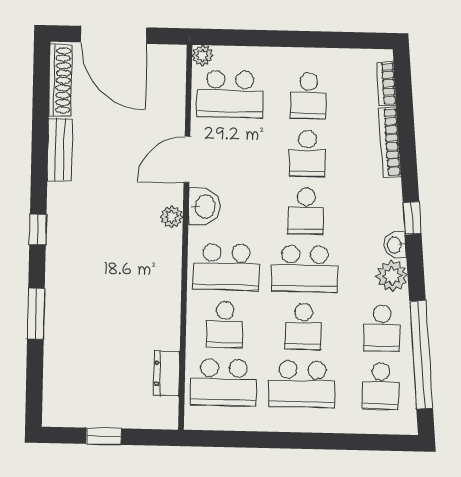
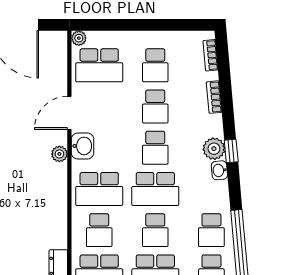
bookcase: (390, 142) -> (214, 97), width x0.64
plant: (392, 276) -> (214, 149), moved

